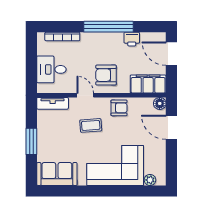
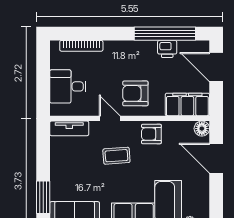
window: (109, 27) -> (165, 34), moved
armchair: (119, 108) -> (151, 134), turned 180
window: (31, 141) -> (43, 197), moved

